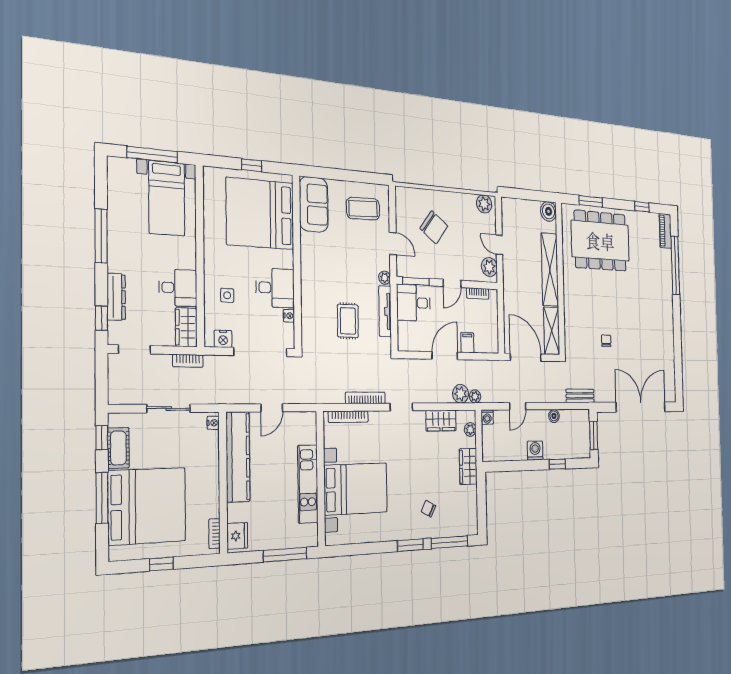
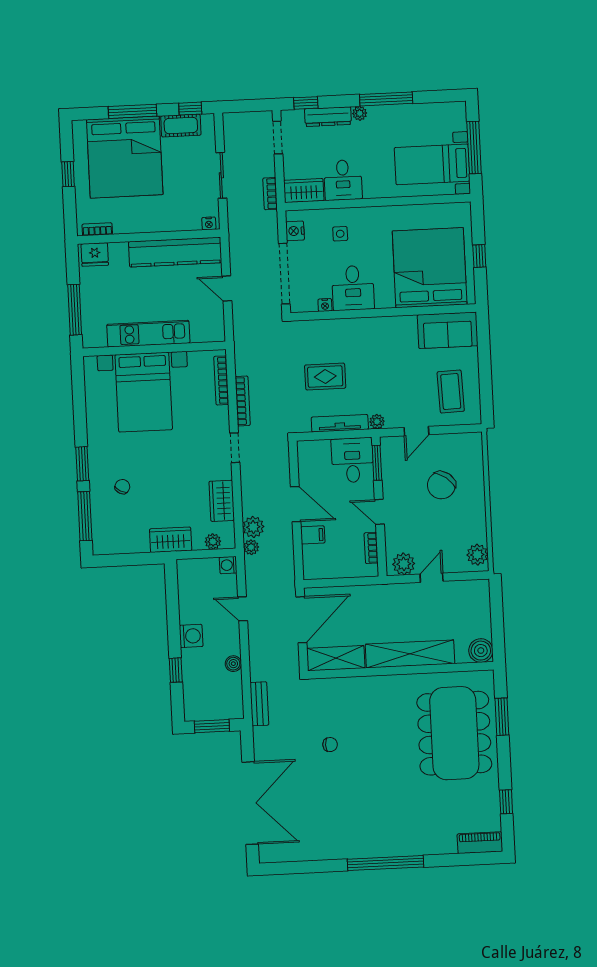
plant: (114, 264) -> (360, 113), added
window: (675, 265) -> (386, 863), moved

